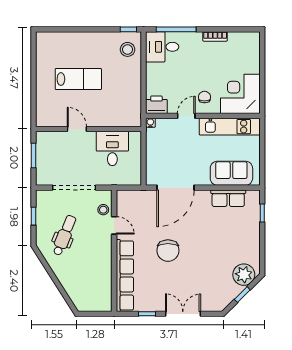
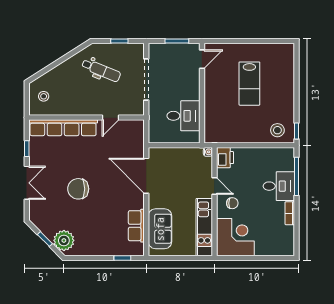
desk: (162, 47) -> (279, 186), moved, turned 90
door: (77, 129) -> (202, 59), moved
stool: (103, 210) -> (44, 96), moved
chair: (168, 251) -> (78, 189), moved

